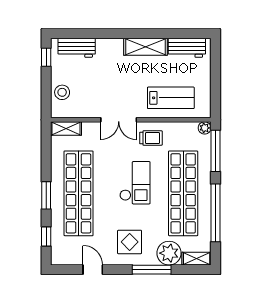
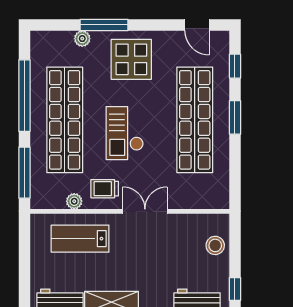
shelving: (66, 128) -> (210, 201), removed
plant: (205, 128) -> (74, 201), moved
display table: (130, 242) -> (131, 59), width x1.36, depth x1.36
plant: (169, 253) -> (82, 39), width x0.53, depth x0.53
shelving: (197, 259) -> (48, 39), removed
door: (93, 270) -> (197, 25), moved

